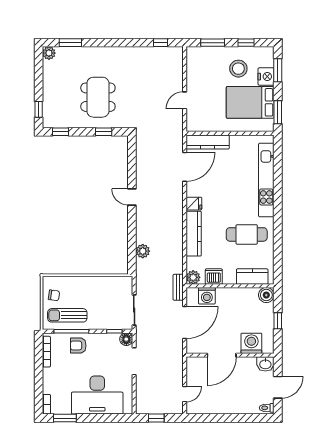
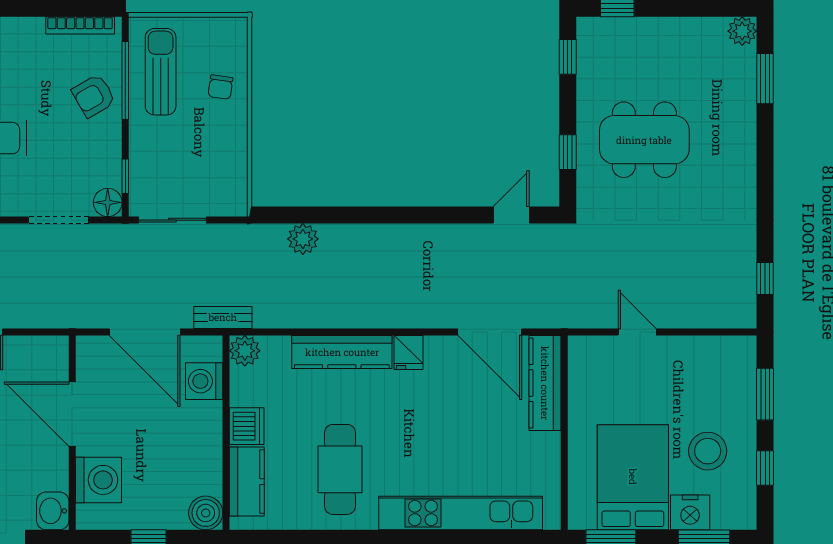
door: (132, 197) -> (511, 215), moved
dishwasher: (214, 277) -> (247, 426), moved
chair: (54, 295) -> (220, 87), moved
armchair: (78, 346) -> (94, 96), turned -120

